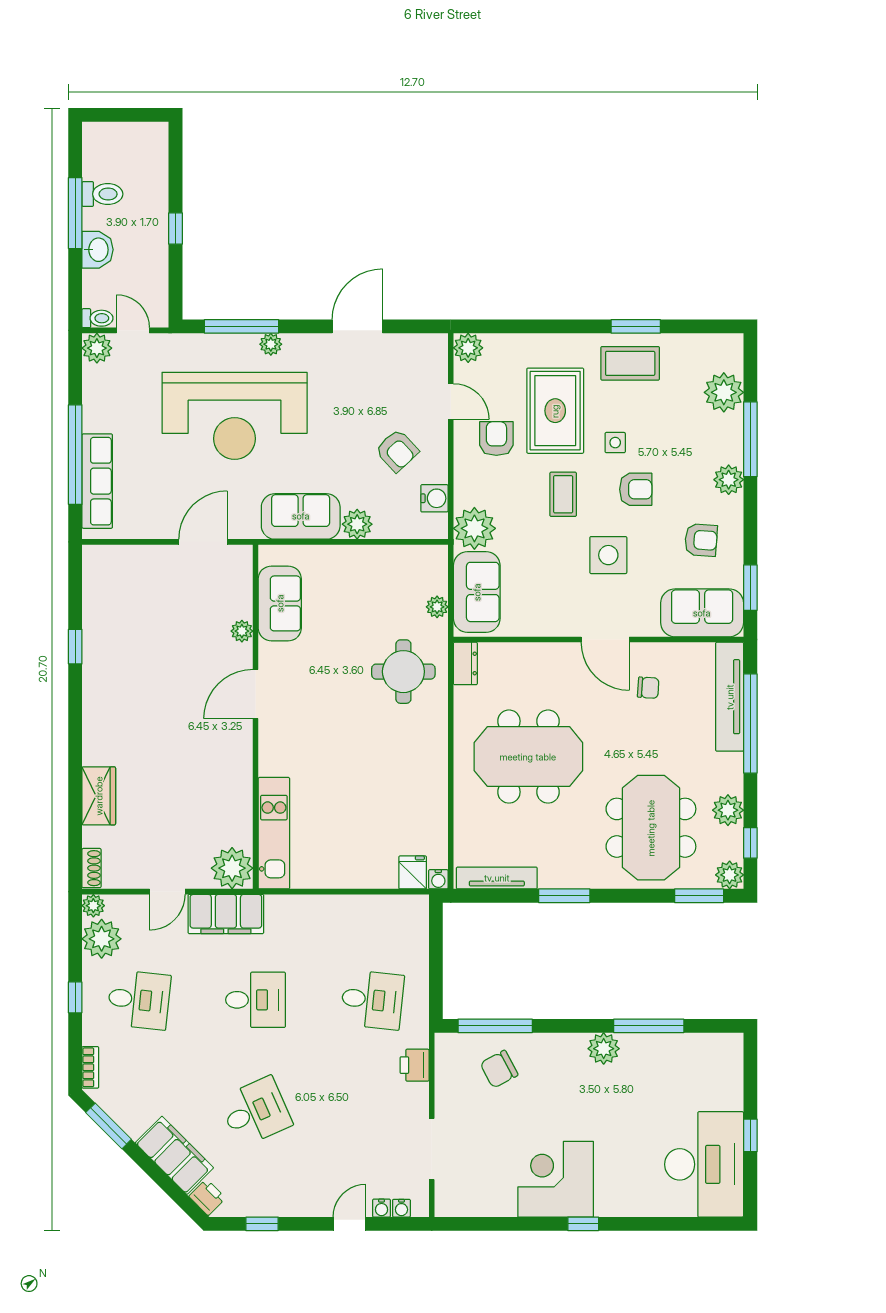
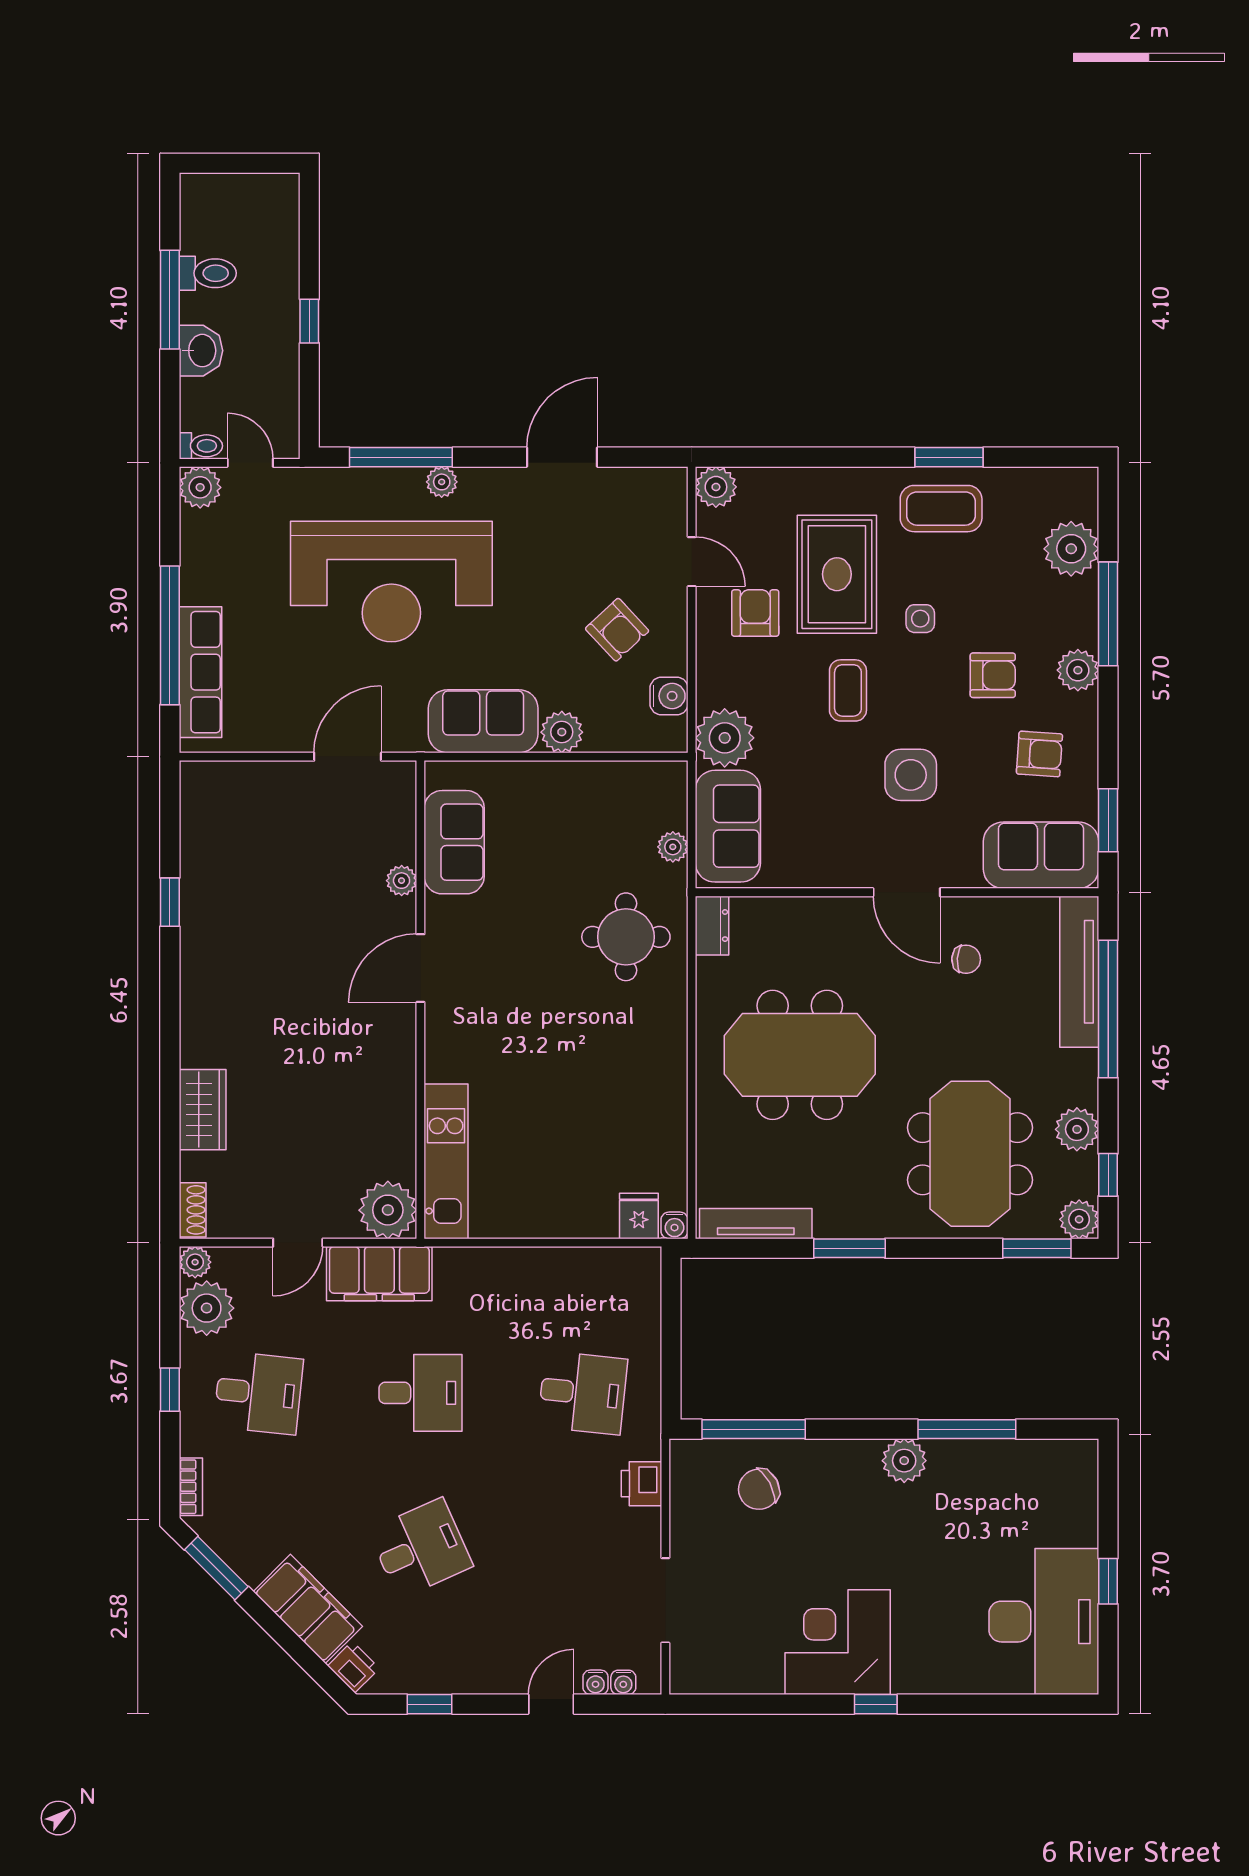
armchair: (636, 489) -> (993, 675), moved

